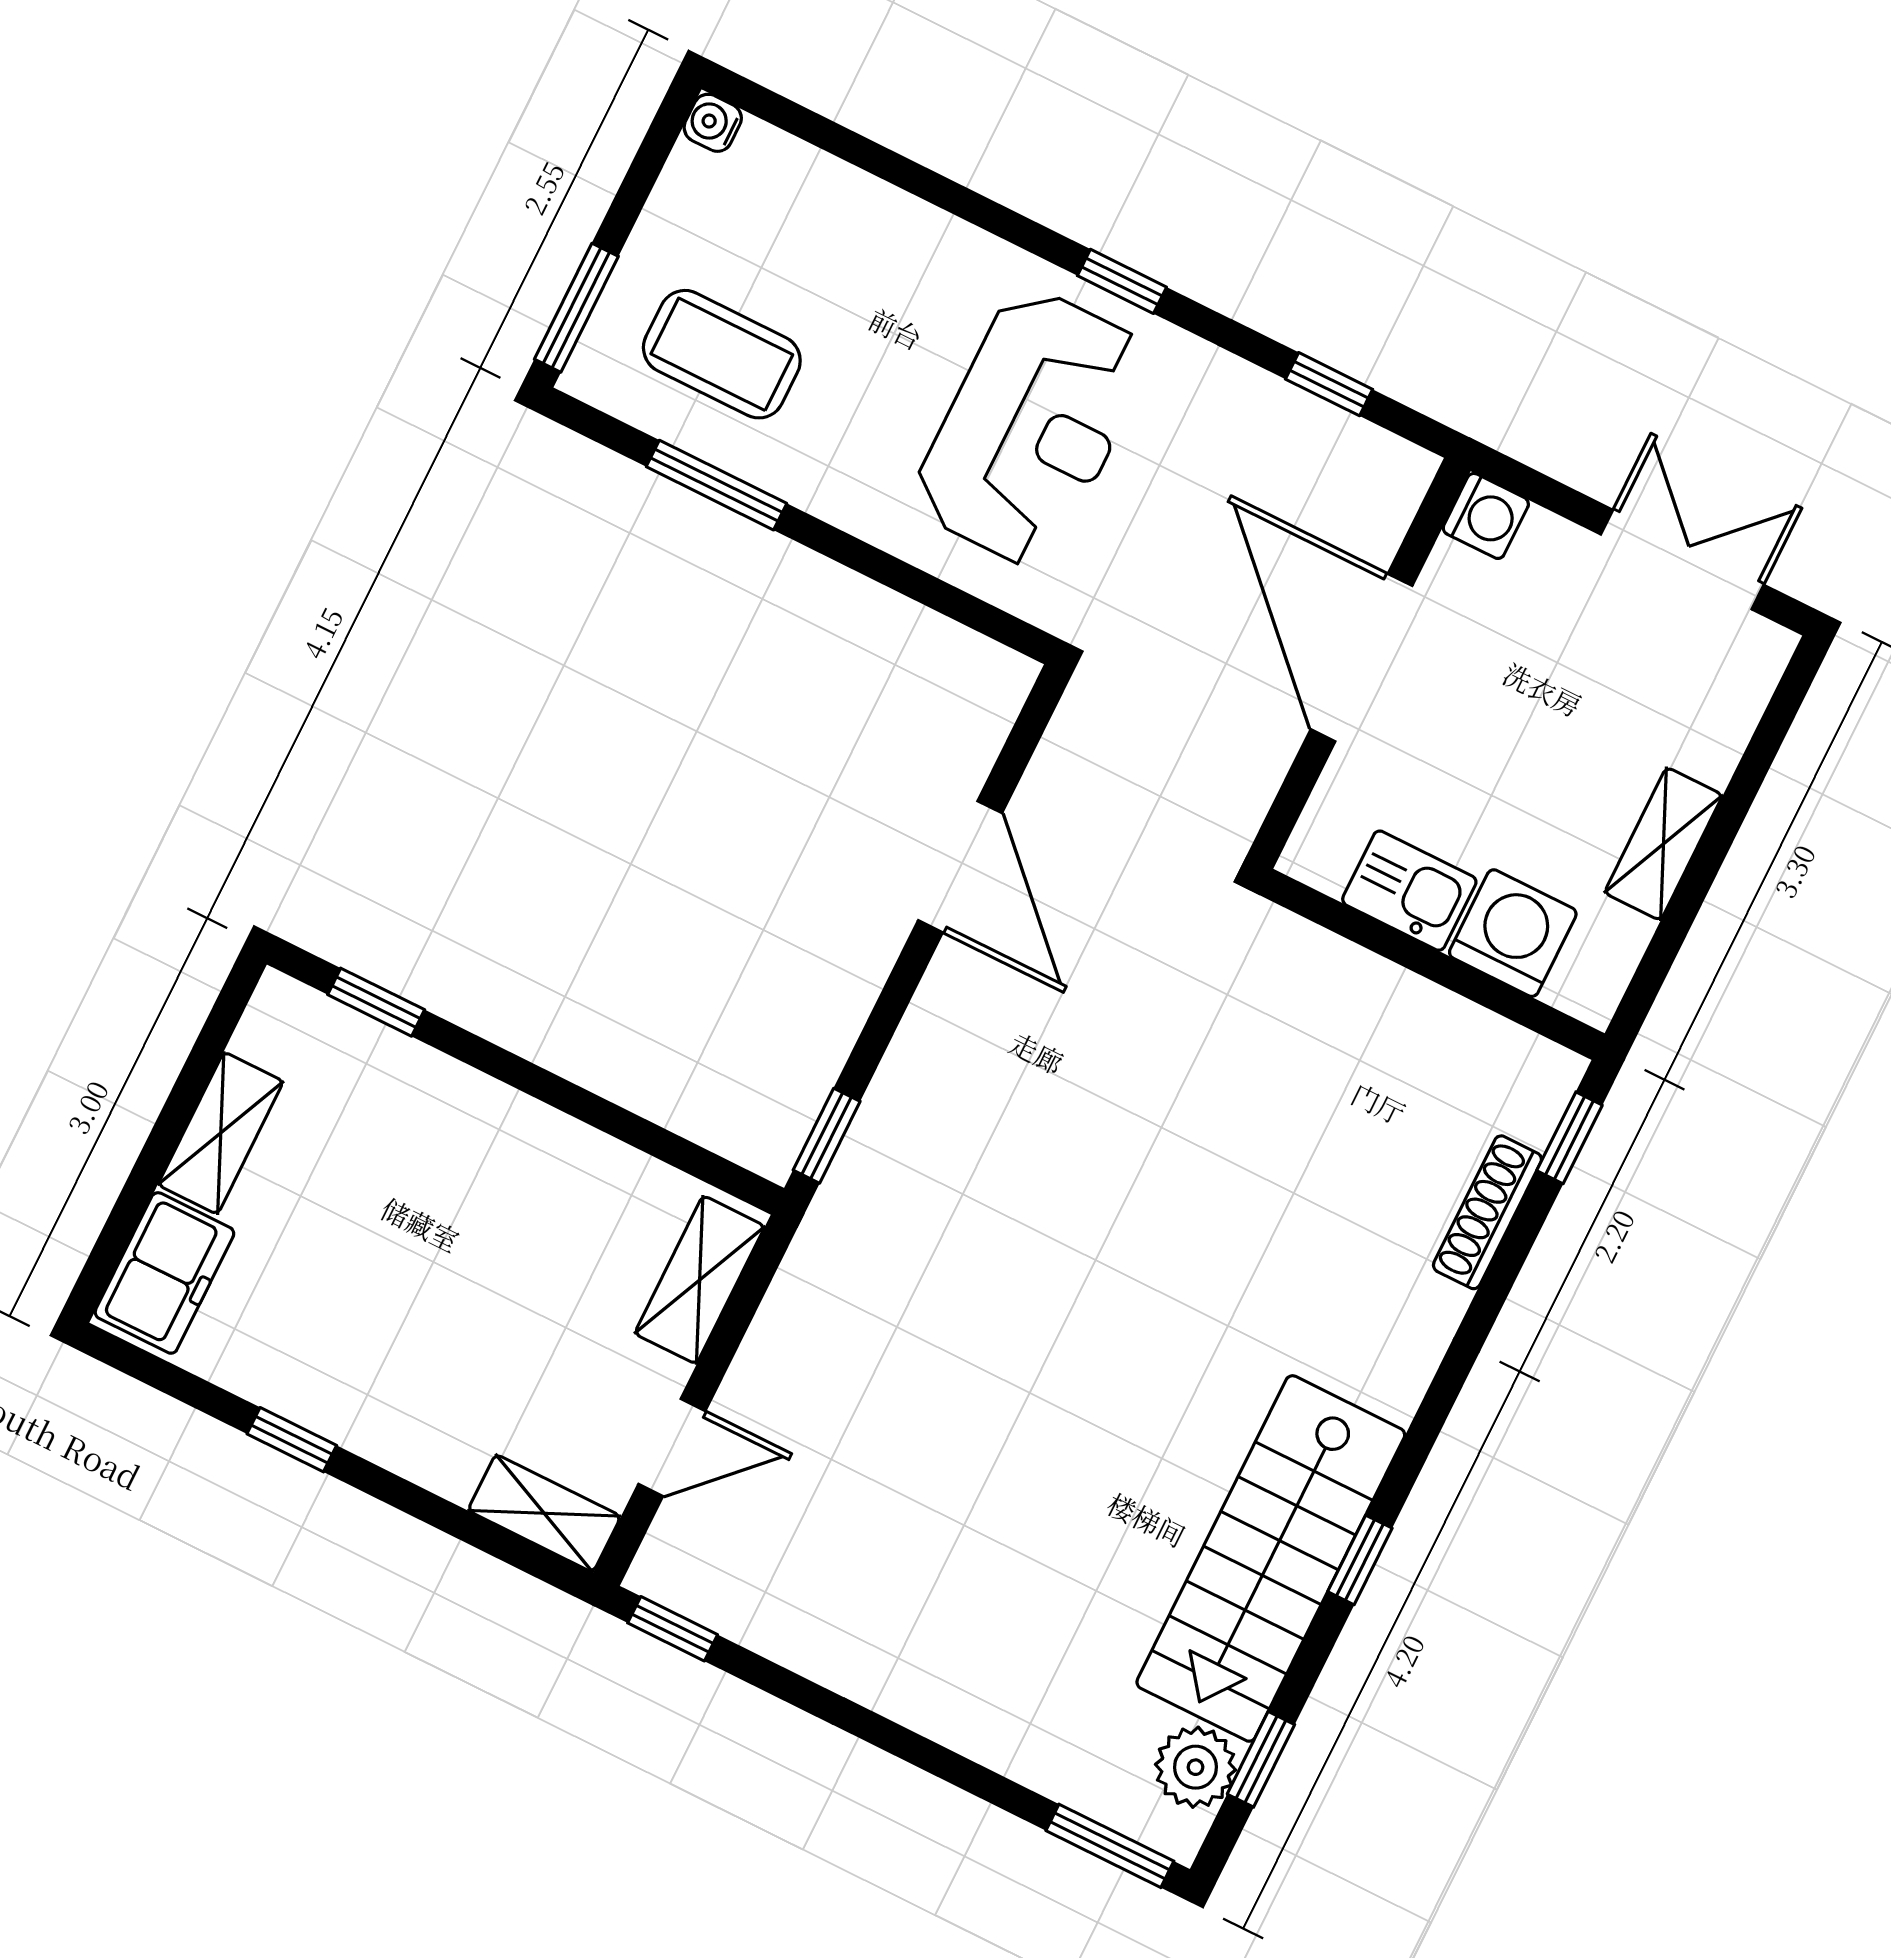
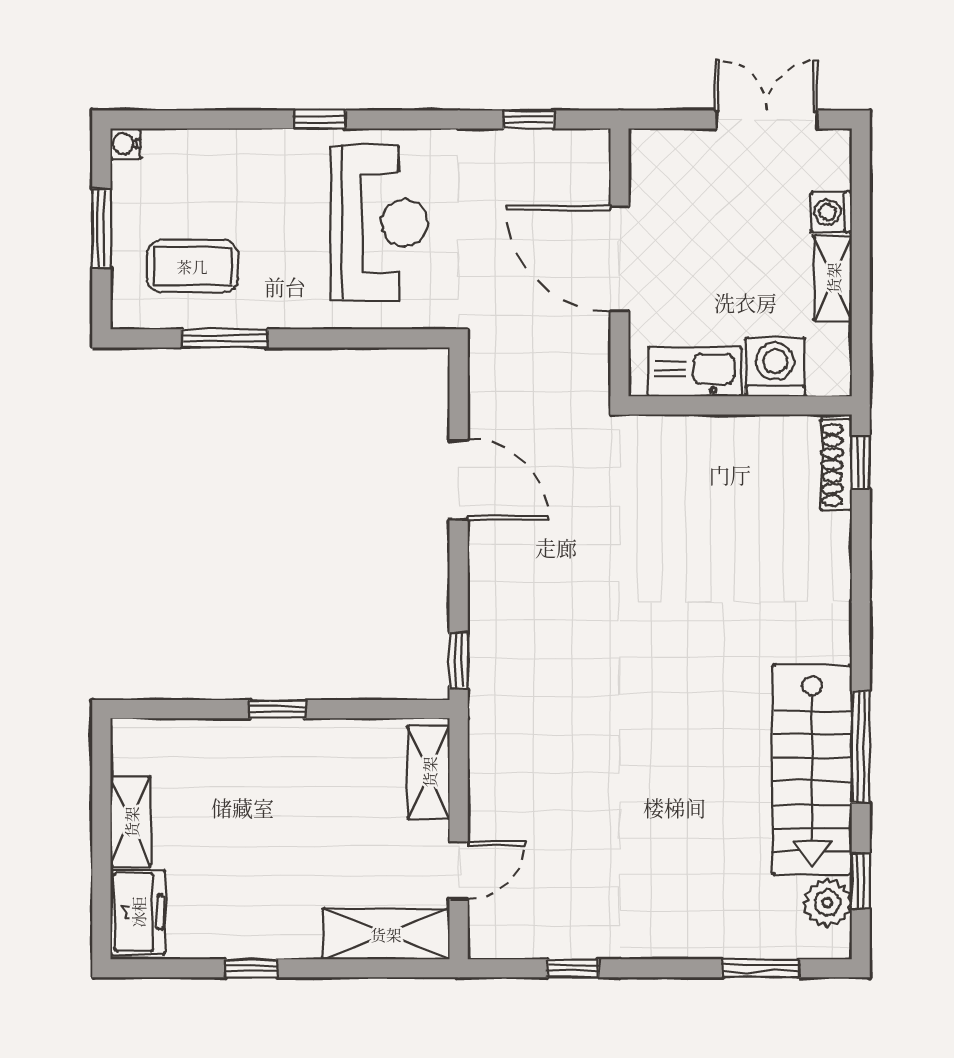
window: (1122, 281) -> (320, 120), moved
window: (576, 308) -> (101, 228), moved
washing machine: (1486, 516) -> (832, 212), moved, turned 180
kitchen sink: (1409, 891) -> (695, 372), width x1.38
window: (376, 1002) -> (278, 709), moved
shoe rack: (1487, 1212) -> (836, 465), moved
shelving: (544, 1513) -> (386, 934), width x1.50, depth x1.33
window: (1360, 1560) -> (861, 747), width x2.17
window: (673, 1629) -> (572, 968), moved
window: (1110, 1846) -> (761, 968), moved

